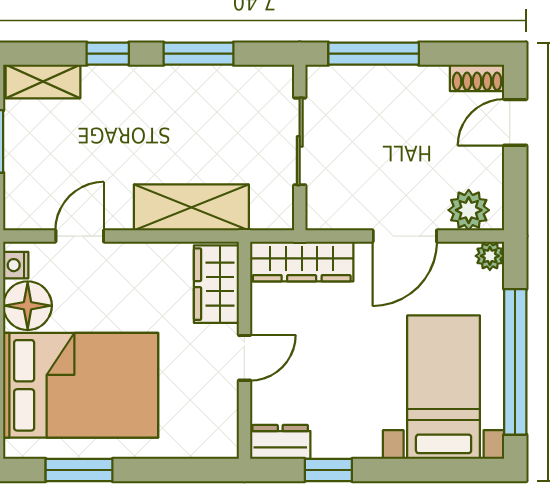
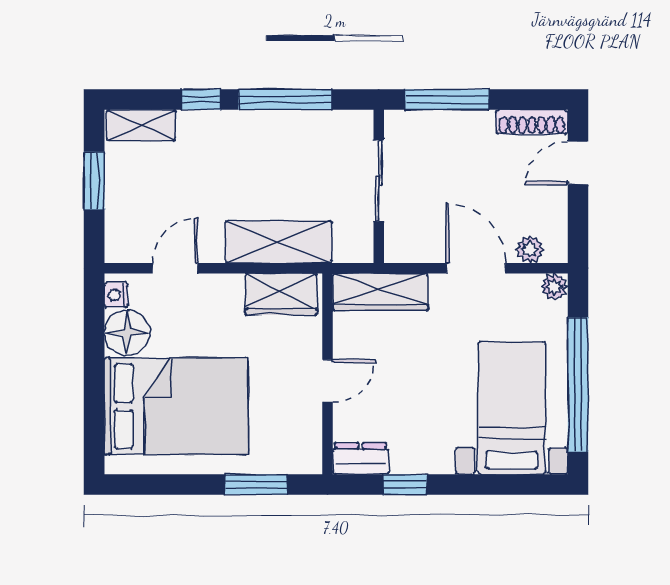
window: (198, 54) -> (285, 99), width x1.44
shoe rack: (477, 78) -> (532, 122), width x1.43
plant: (469, 210) -> (530, 249), width x0.73, depth x0.73
door: (405, 236) -> (476, 268), swing flipped
wardrobe: (216, 284) -> (281, 294), moved, turned -90
window: (79, 470) -> (256, 485), moved

